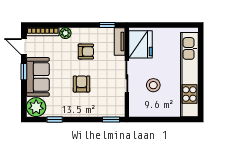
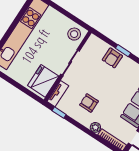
armchair: (82, 84) -> (112, 58), moved
stool: (153, 85) -> (74, 34), moved
window: (111, 119) -> (123, 51), moved

